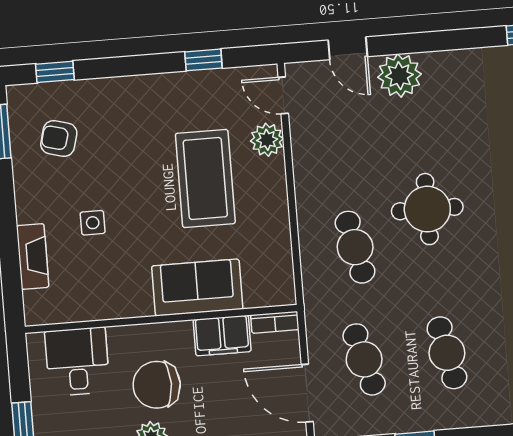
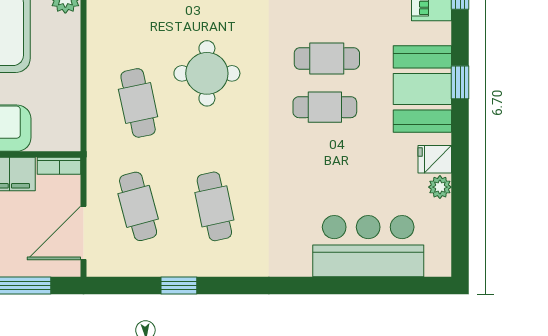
door: (307, 393) -> (84, 233), hinge flipped

